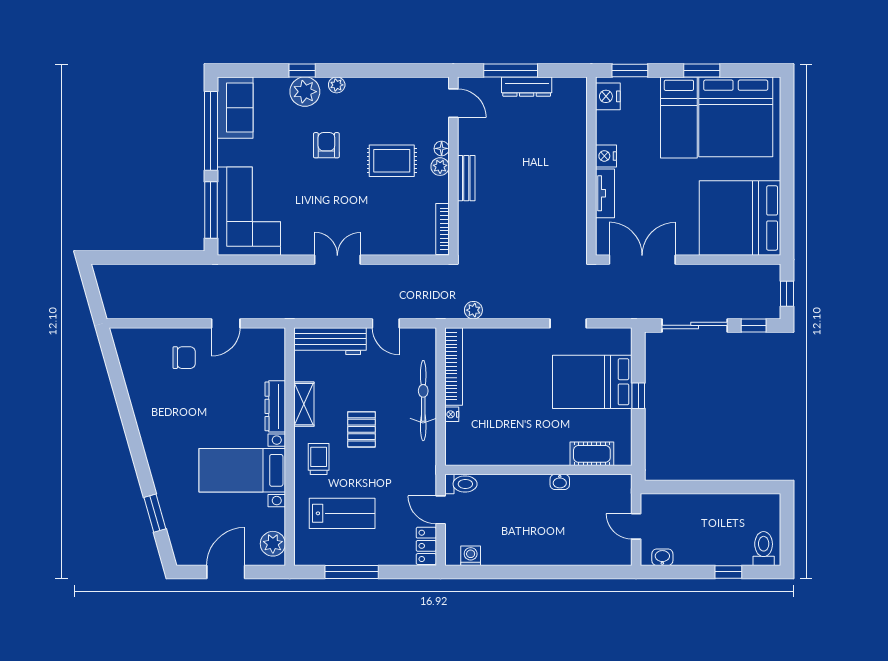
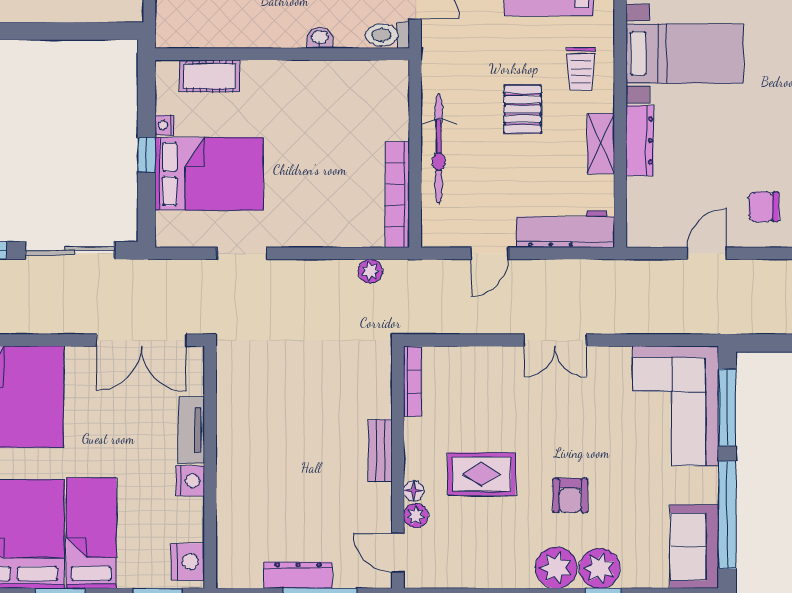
plant: (337, 85) -> (556, 568), width x1.87, depth x1.87
plant: (440, 167) -> (416, 516), moved
door: (386, 323) -> (490, 253), swing flipped
nightstand: (452, 414) -> (165, 125), moved, turned 180
washbasin: (560, 482) -> (320, 38), moved

